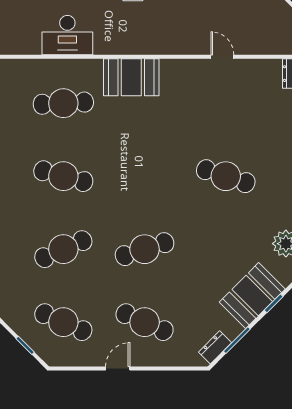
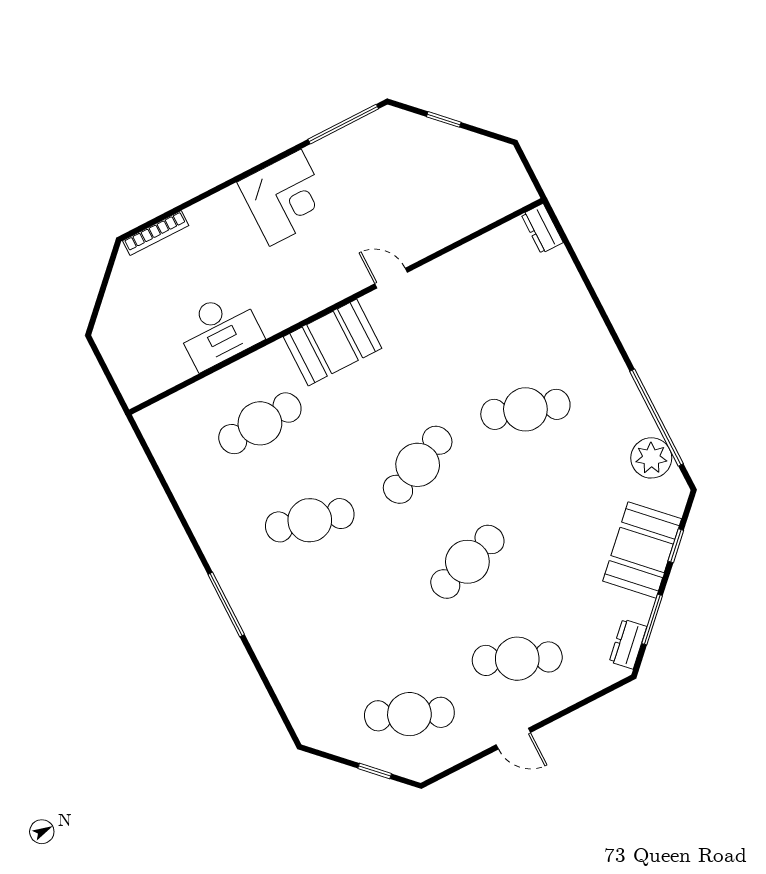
door: (222, 57) -> (391, 278), moved
cafe table: (63, 249) -> (418, 465), moved
door: (118, 368) -> (513, 739), swing flipped

